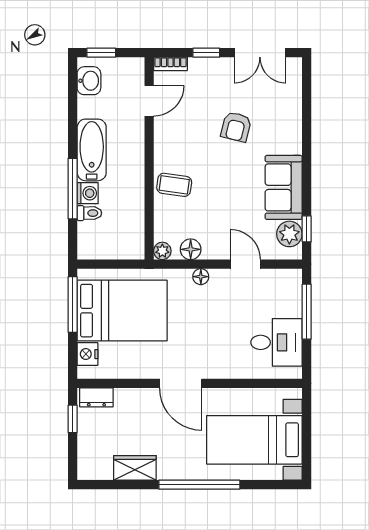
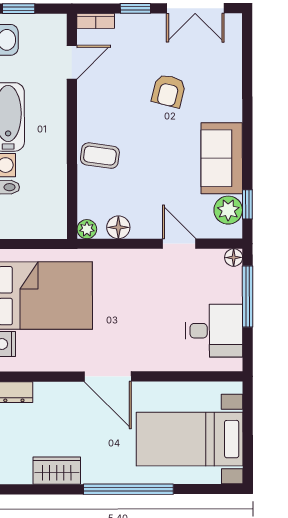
floor lamp: (201, 277) -> (234, 257), moved

